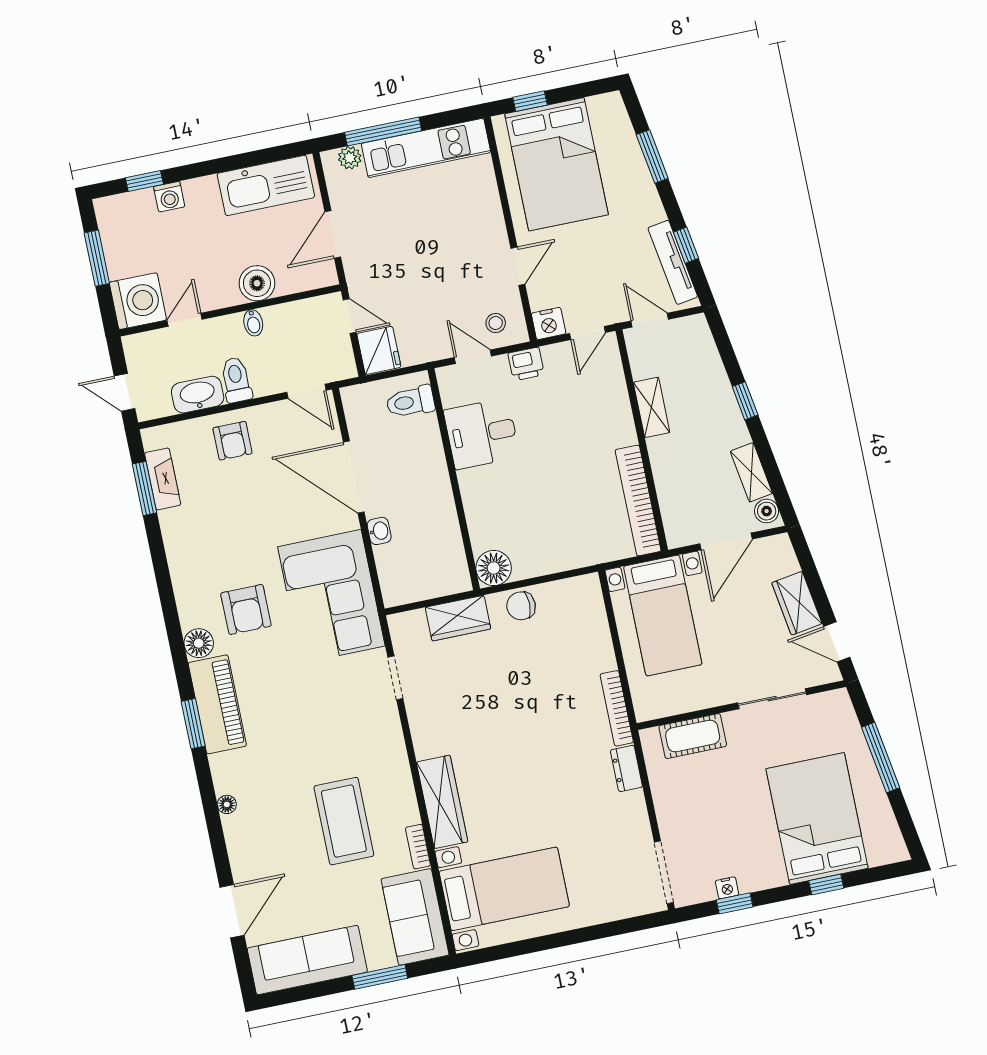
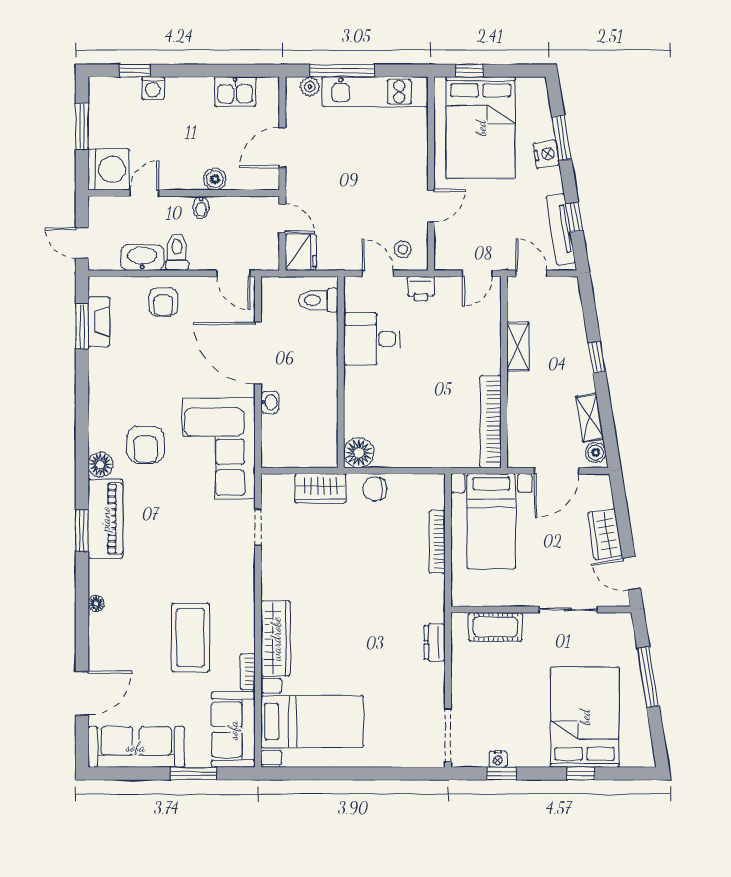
kitchen sink: (266, 185) -> (235, 92), width x0.53, depth x0.81
boiler: (257, 283) -> (215, 179), width x0.73, depth x0.73
nightstand: (549, 323) -> (546, 154), moved, turned -99
bookcase: (617, 708) -> (437, 542), moved

